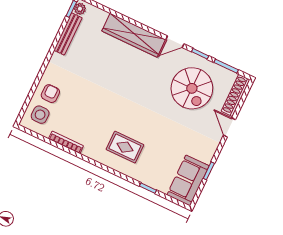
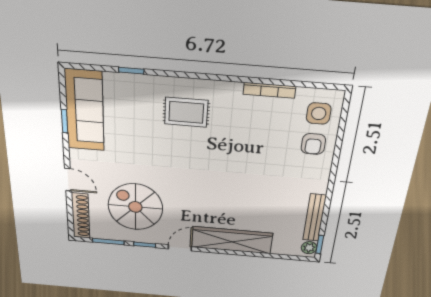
sofa: (188, 180) -> (85, 111), width x1.36

